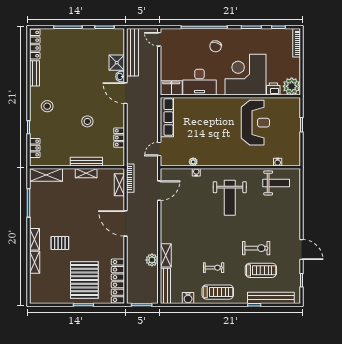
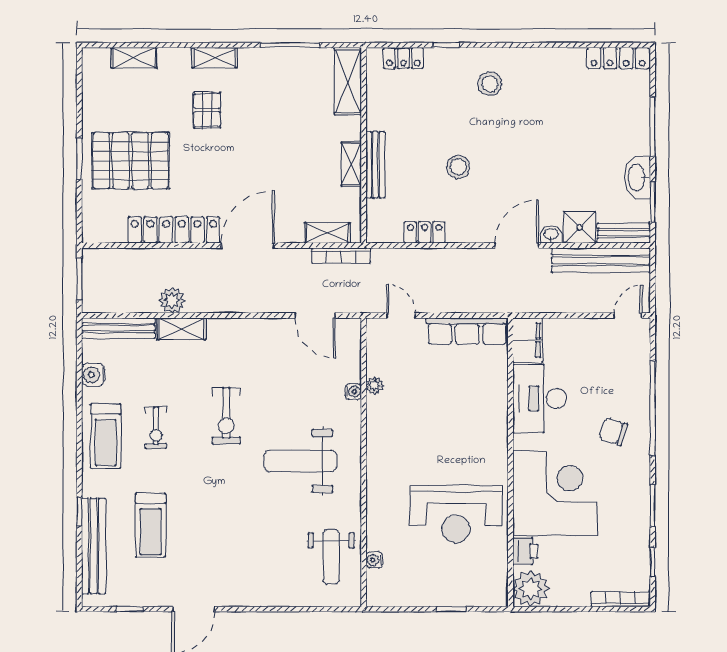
washbasin: (93, 35) -> (637, 178), added
bench: (35, 73) -> (624, 233), moved
exercise bike: (256, 248) -> (226, 416), moved
shelving: (35, 262) -> (134, 58), moved
locker: (118, 281) -> (174, 230), moved

